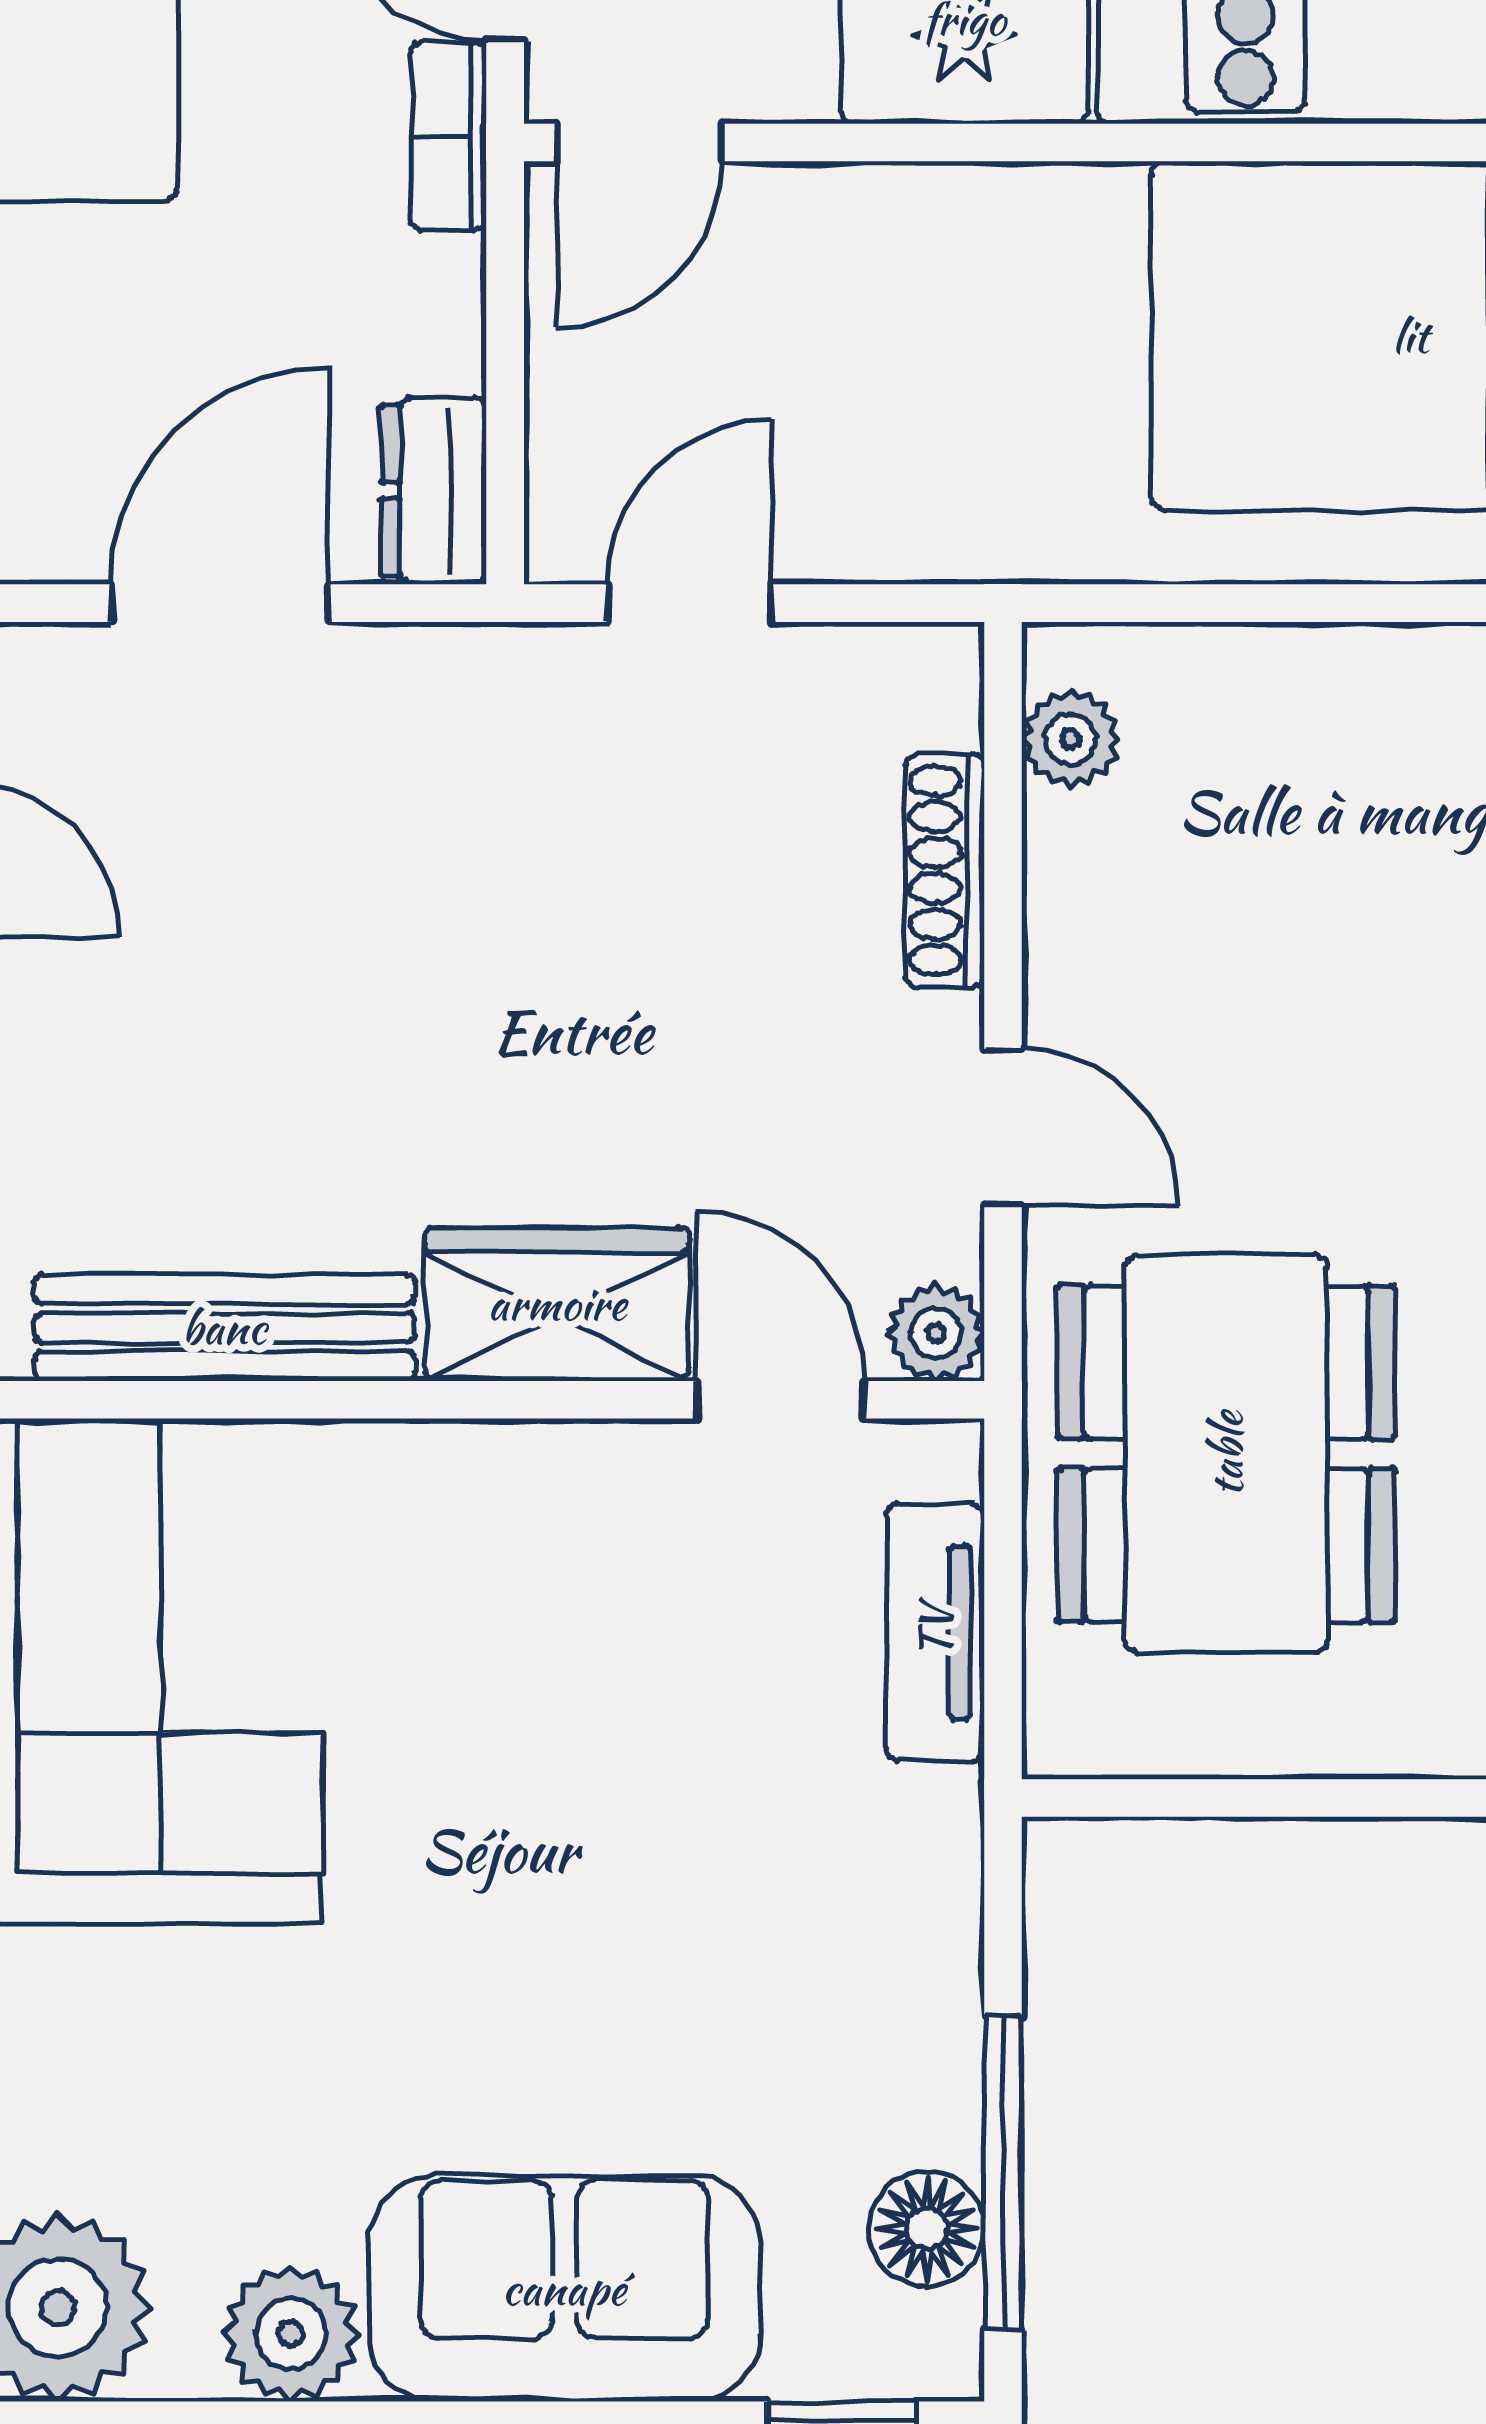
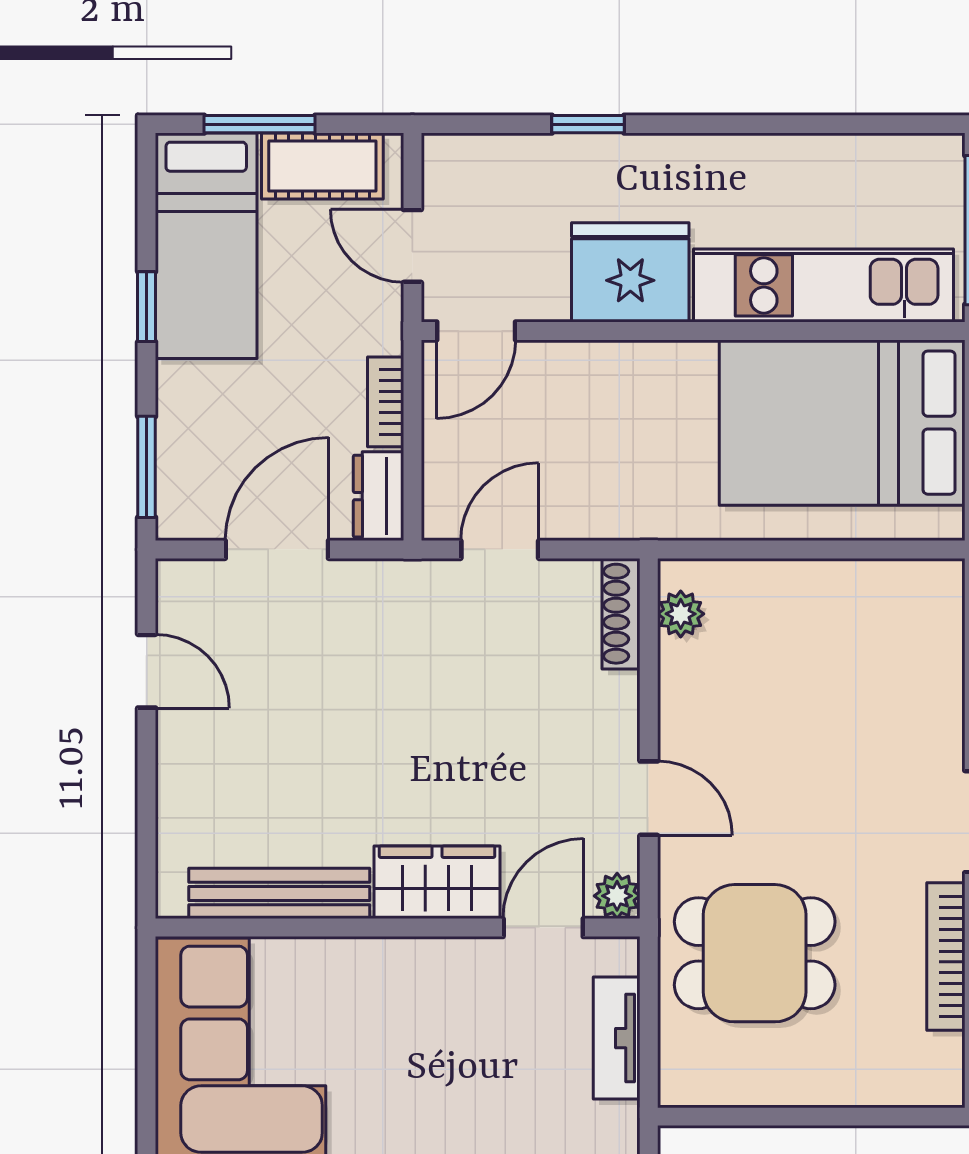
bookcase: (449, 136) -> (386, 402), moved
shoe rack: (945, 870) -> (621, 614), moved
door: (781, 1400) -> (543, 928), hinge flipped
dining table: (1226, 1454) -> (755, 953), width x0.73

